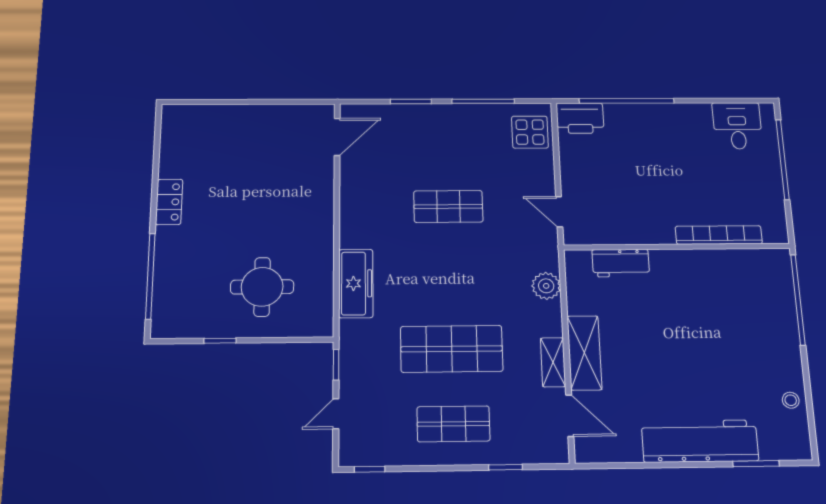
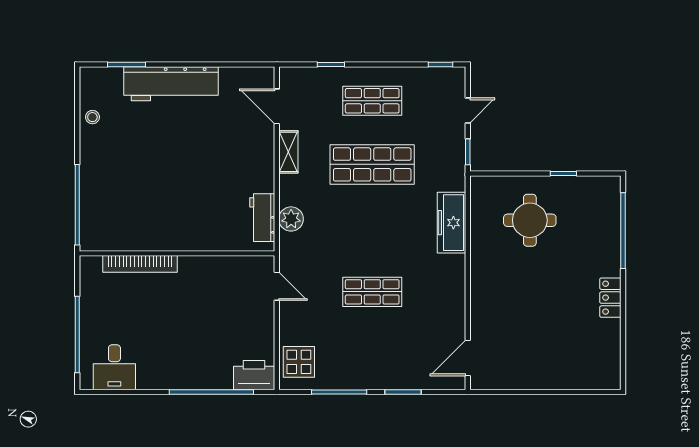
workbench: (621, 263) -> (262, 218), moved, turned -90
shelving: (584, 353) -> (262, 160), removed

